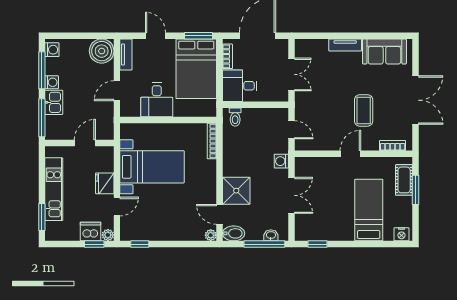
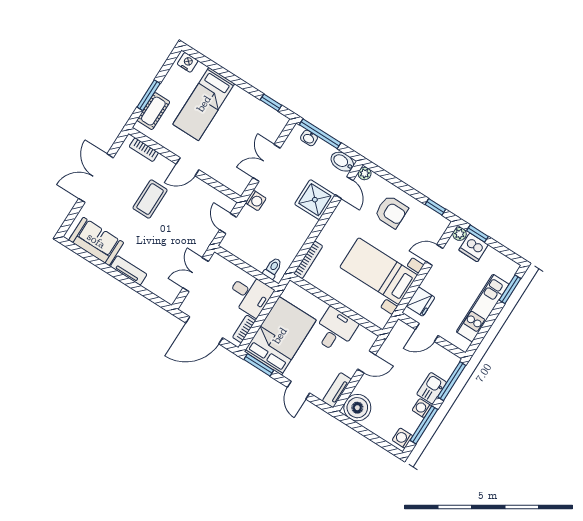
fridge: (105, 183) -> (421, 302), moved
armchair: (171, 219) -> (391, 212), added

